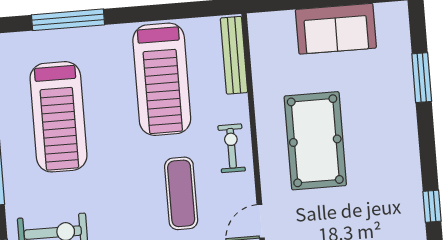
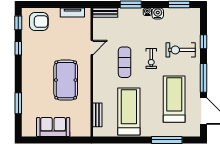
bench: (234, 55) -> (97, 115), width x0.73
exercise bike: (232, 148) -> (151, 59), moved

